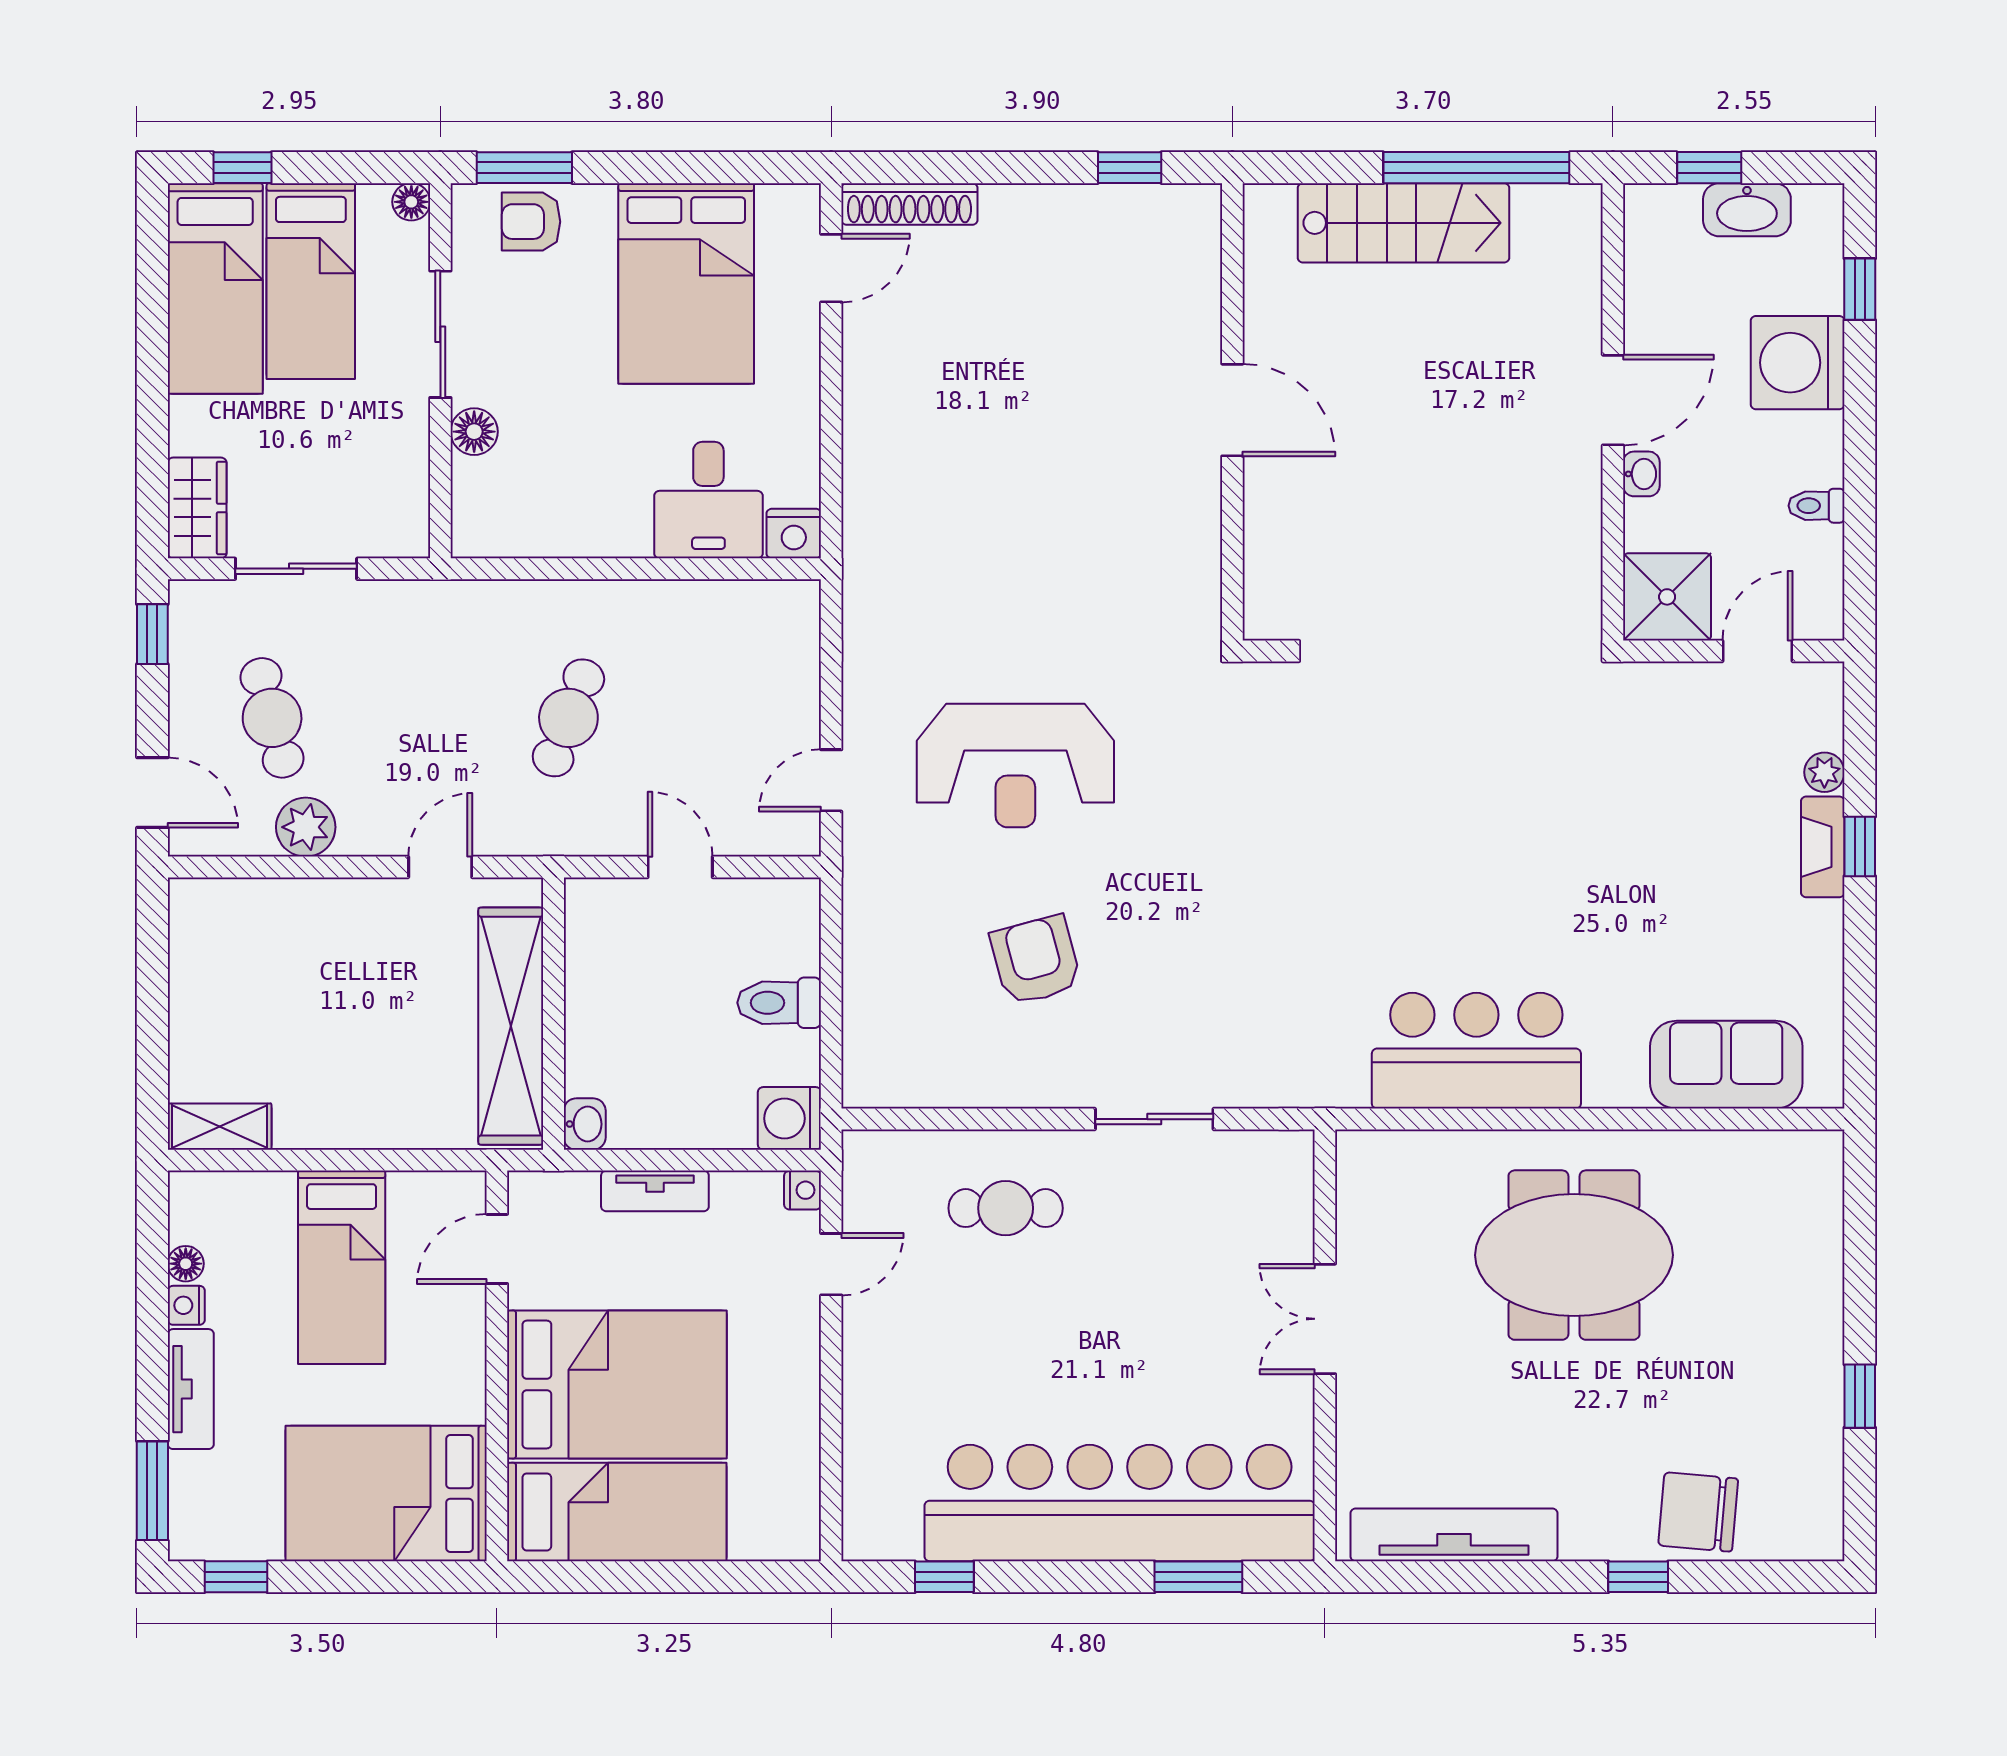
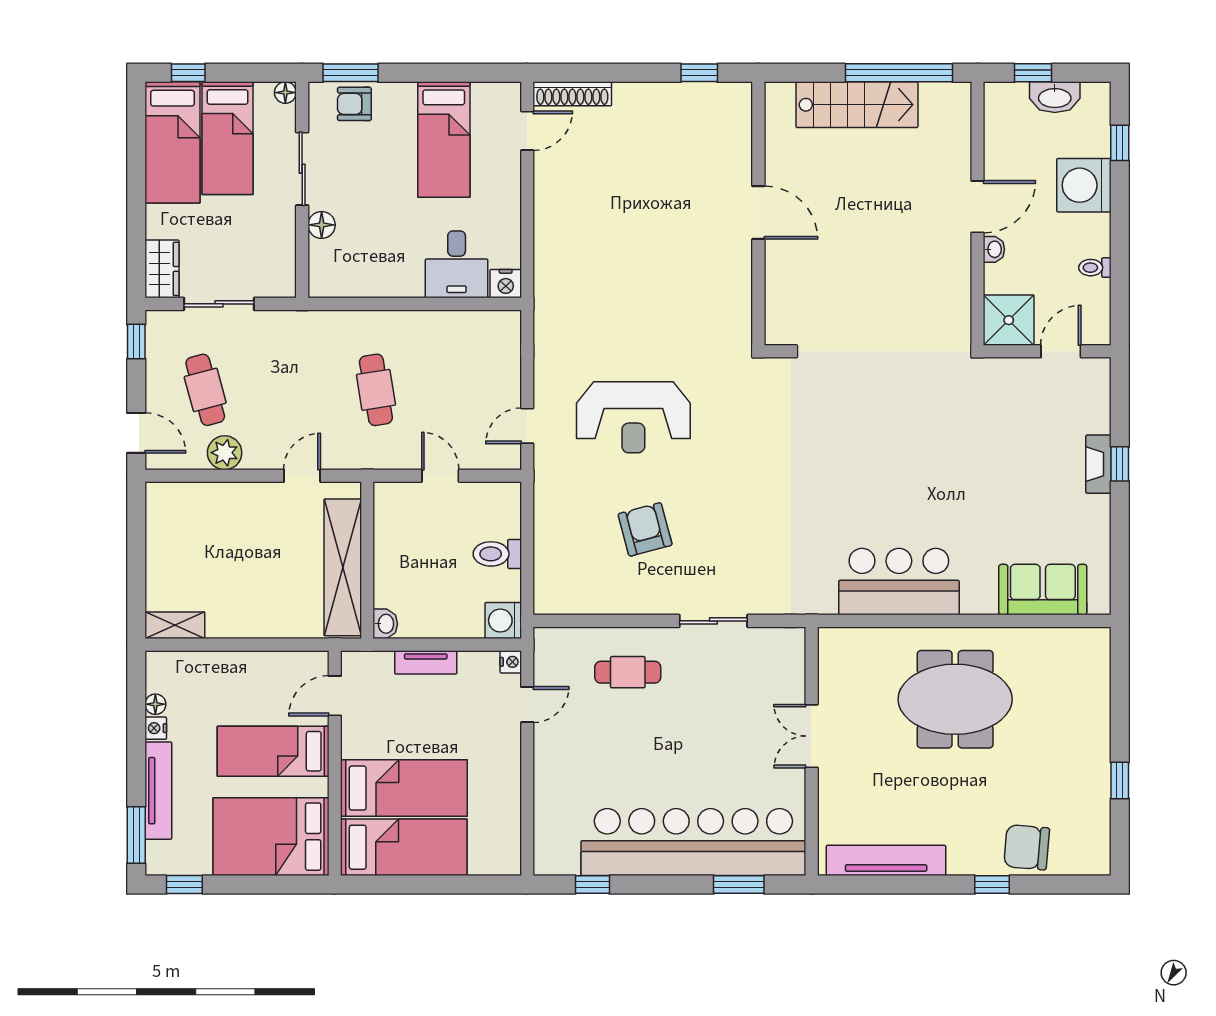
bed: (686, 283) -> (444, 140), width x0.67
cafe table: (568, 718) -> (376, 390), turned -30
plant: (1824, 772) -> (1099, 421), removed
bed: (342, 1267) -> (273, 751), moved, turned 90
bed: (617, 1385) -> (404, 788), width x0.67
tv unit: (191, 1389) -> (158, 791), width x1.41

